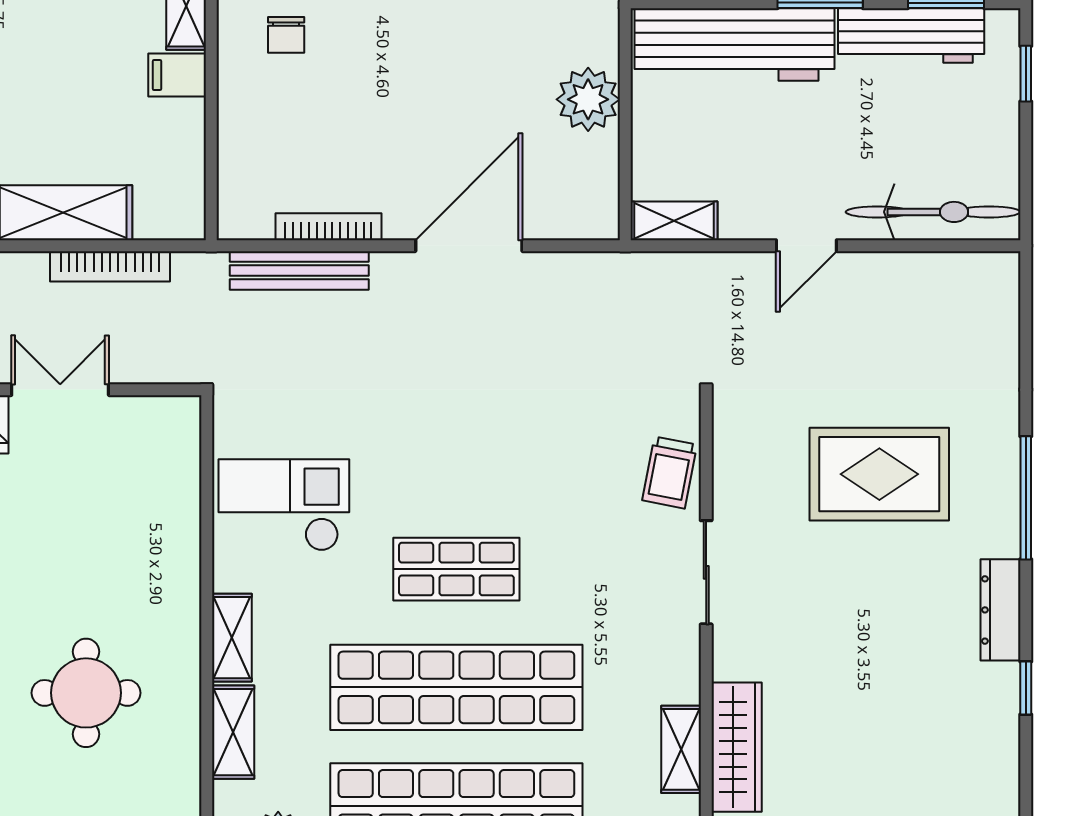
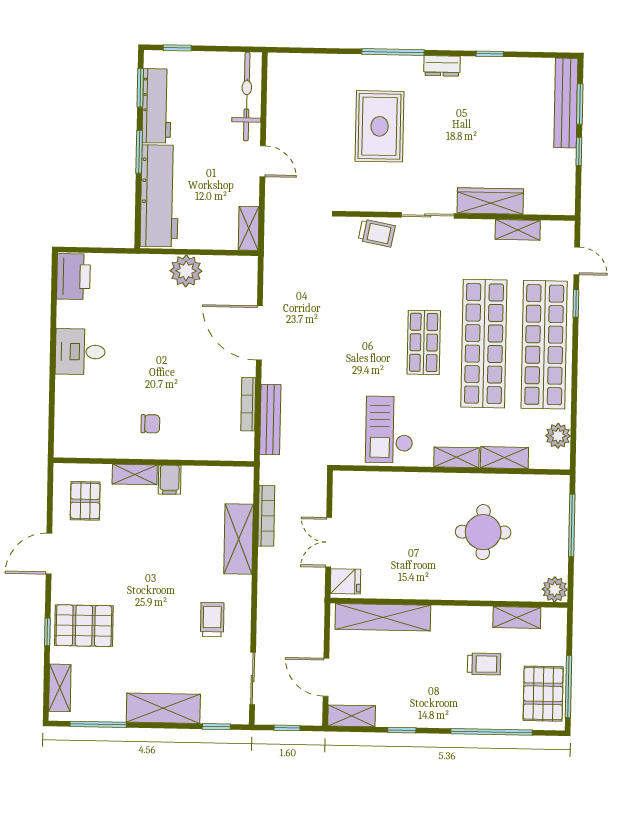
dresser: (1000, 610) -> (442, 66), width x0.70
wardrobe: (737, 747) -> (490, 201), moved

